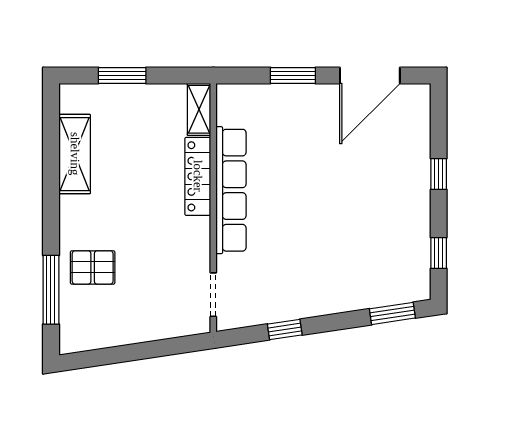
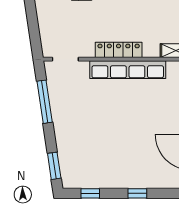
locker: (198, 176) -> (119, 50), moved
window: (285, 330) -> (45, 102), width x2.17

